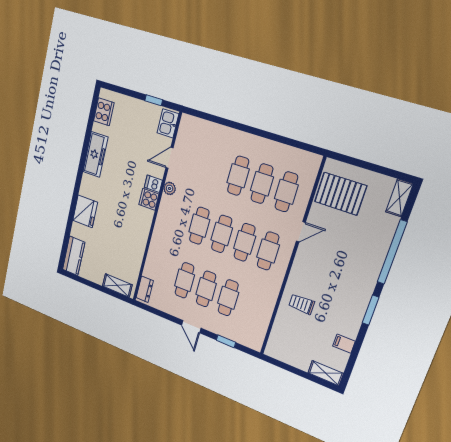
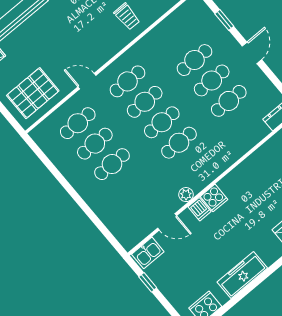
pallet: (340, 194) -> (33, 93), turned 90

